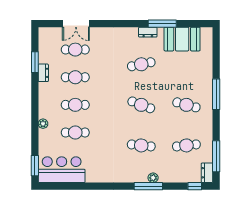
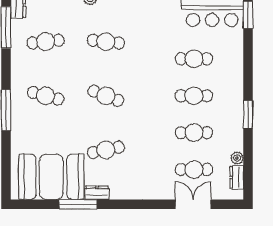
booth: (182, 39) -> (51, 177), width x1.36, depth x1.42
window: (35, 62) -> (248, 114), moved
dresser: (43, 73) -> (237, 177), moved
plant: (43, 124) -> (237, 158), moved

